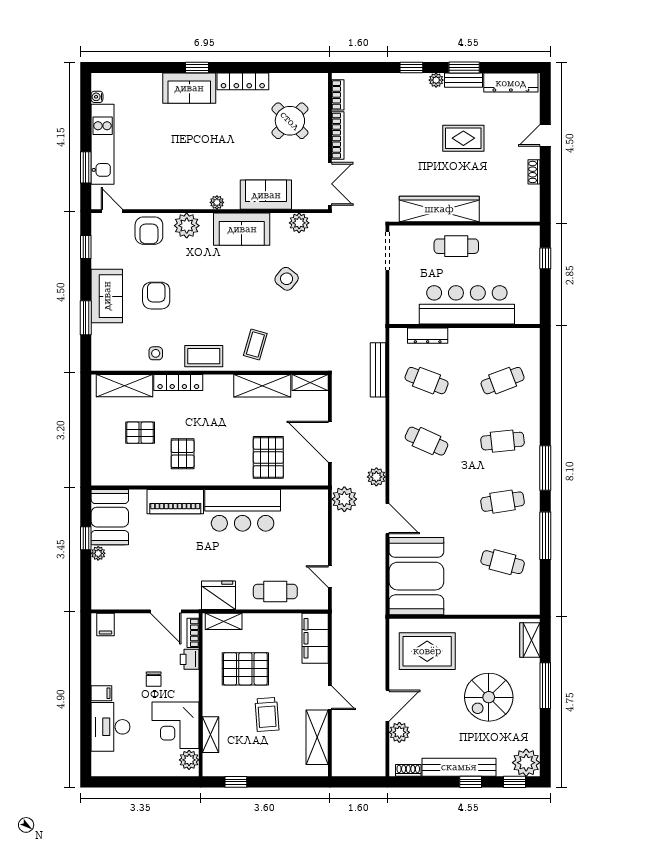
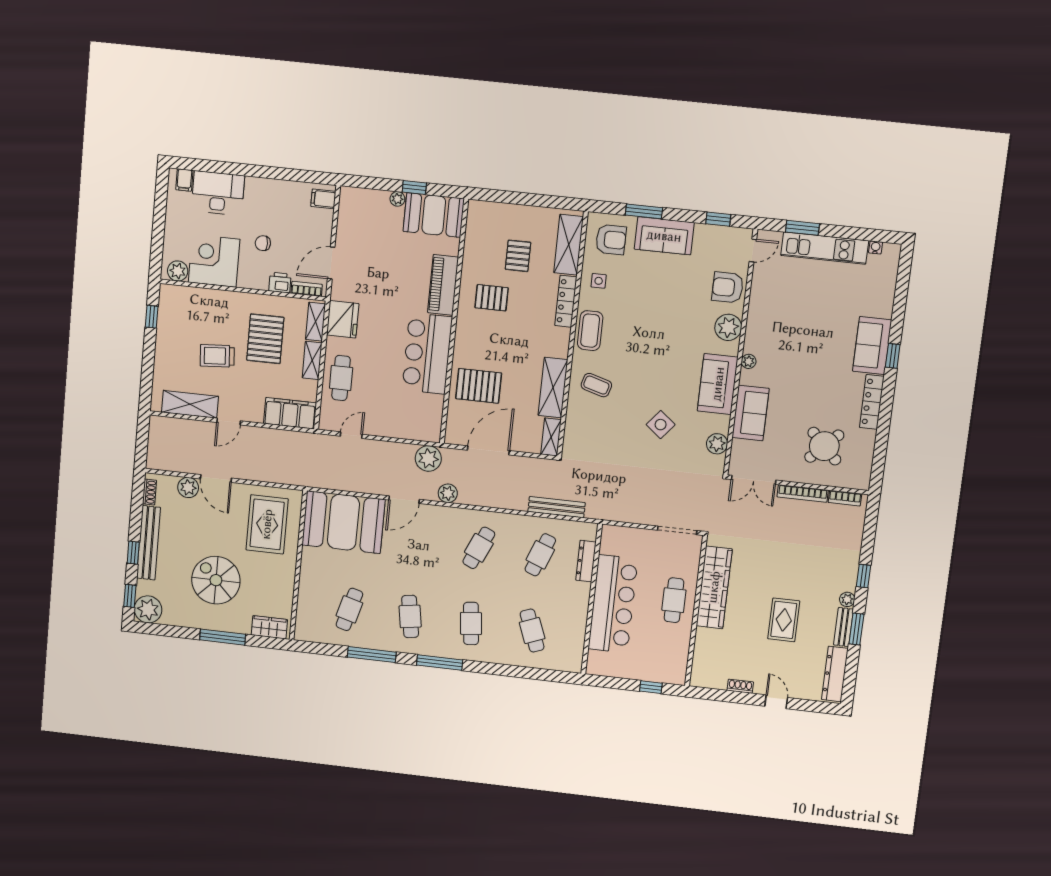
armchair: (156, 296) -> (611, 240), moved
filing cabinet: (101, 693) -> (184, 180), moved
shelving: (211, 735) -> (312, 360), moved, turned 90

